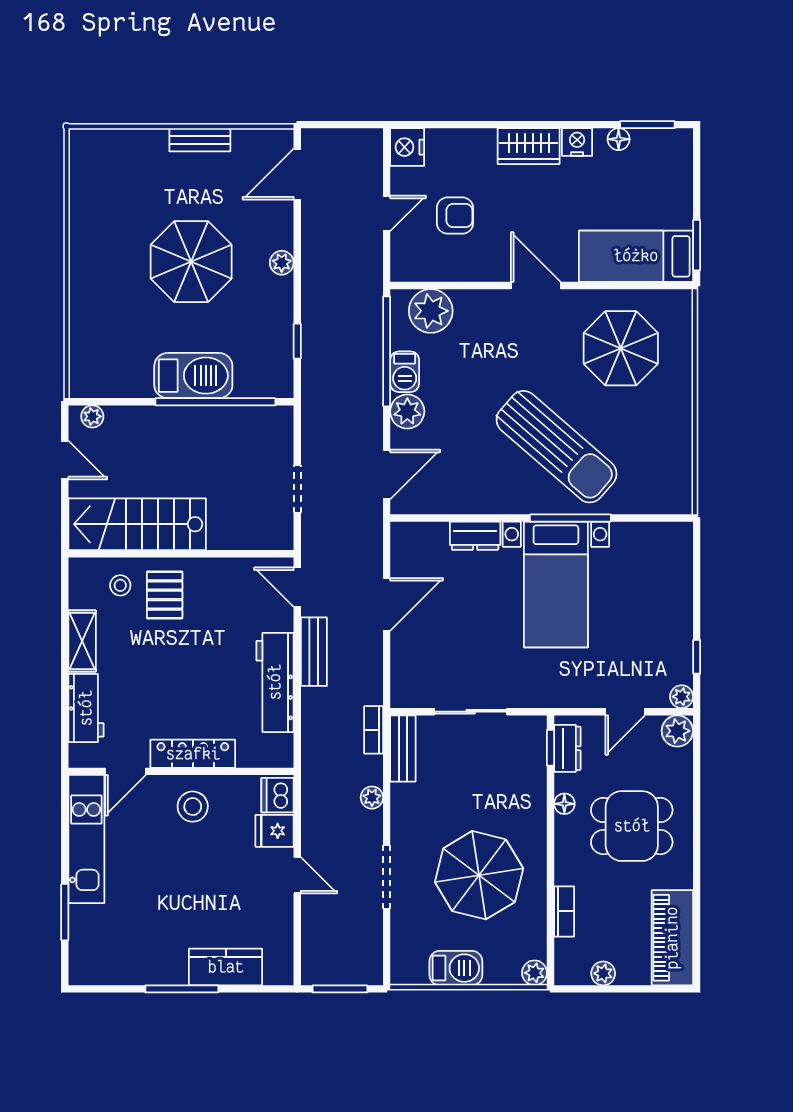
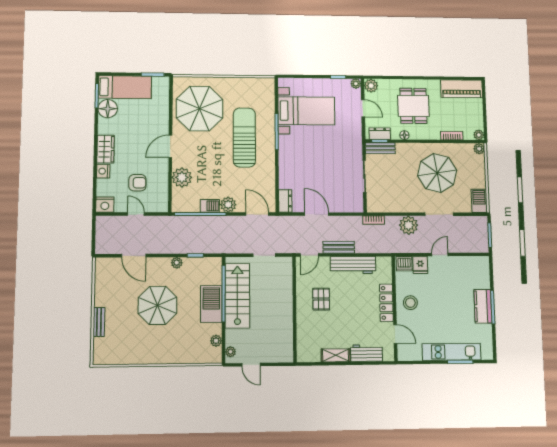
floor lamp: (619, 139) -> (108, 109), width x1.89, depth x1.89
bench: (200, 140) -> (99, 322), moved
nightstand: (577, 142) -> (103, 171), moved
door: (297, 174) -> (134, 256), moved
armchair: (455, 216) -> (137, 183), turned 90
bed: (636, 256) -> (125, 87), moved, turned -90
plant: (282, 263) -> (177, 263), moved
plant: (431, 311) -> (182, 177), moved
parasol: (621, 348) -> (200, 109), width x1.36, depth x1.36
plant: (116, 386) -> (216, 341), added
sun lounger: (557, 447) -> (244, 137), turned -41
door: (65, 460) -> (251, 365), swing flipped
stairs: (137, 524) -> (237, 296), moved, turned 180
dresser: (475, 536) -> (285, 201), moved
stool: (120, 585) -> (309, 338), removed
bed with nightstands: (556, 585) -> (306, 111), moved
pallet: (165, 595) -> (321, 299), moved, turned 90
bench: (403, 749) -> (380, 148), moved
plant: (372, 798) -> (409, 225), width x1.88, depth x1.88
kitchen unit: (86, 839) -> (452, 352), moved
kitchen counter: (226, 967) -> (483, 306), moved
barbecue: (456, 968) -> (479, 201), moved
plant: (603, 973) -> (479, 135), moved

